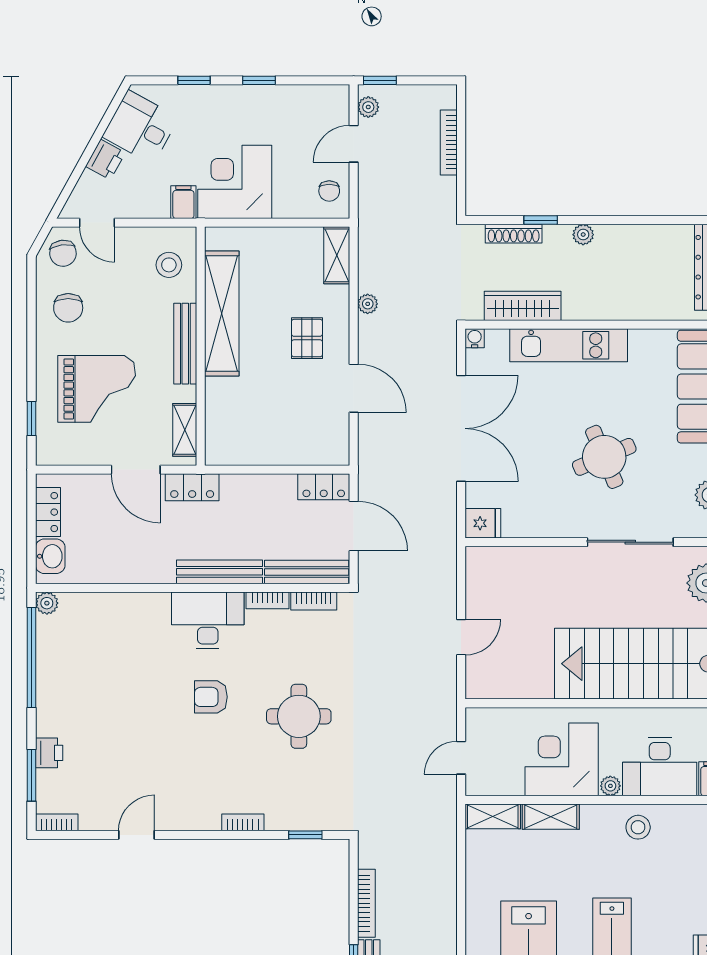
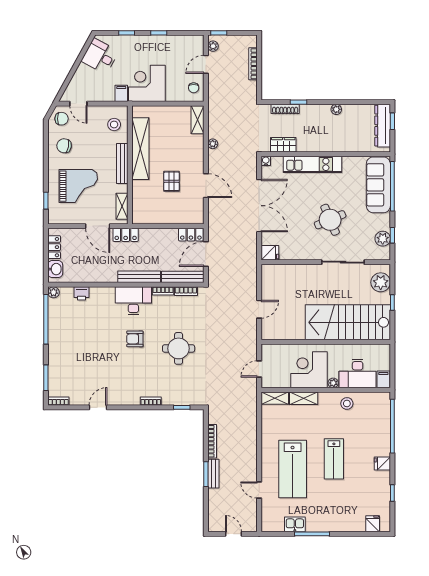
printer: (105, 160) -> (83, 72), removed
plant: (583, 235) -> (336, 109), moved
chair: (63, 253) -> (62, 119), turned -83
wardrobe: (523, 306) -> (283, 145), width x0.67
chair: (68, 308) -> (64, 146), turned 101
pallet: (307, 338) -> (172, 181), moved
door: (354, 526) -> (206, 254), swing flipped
printer: (49, 753) -> (81, 293), moved, turned 90

